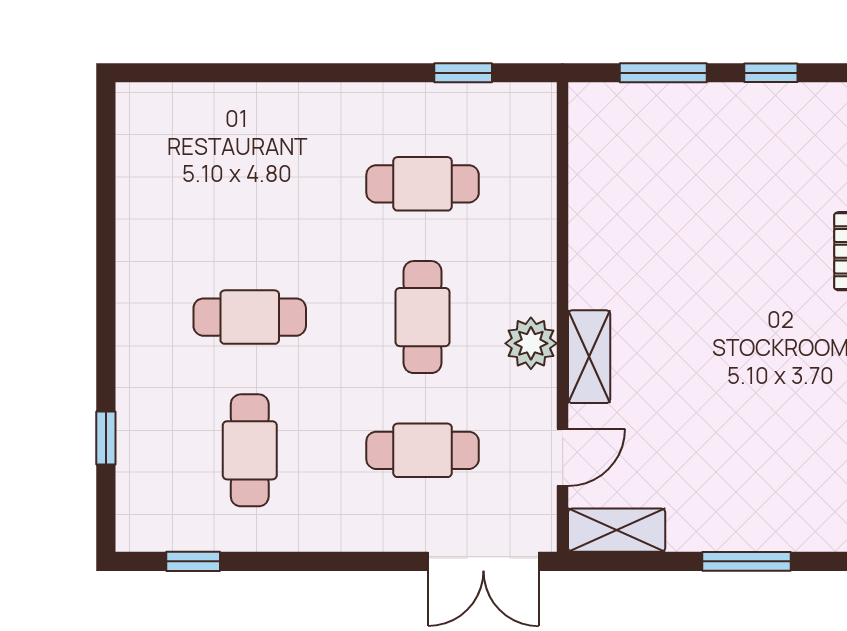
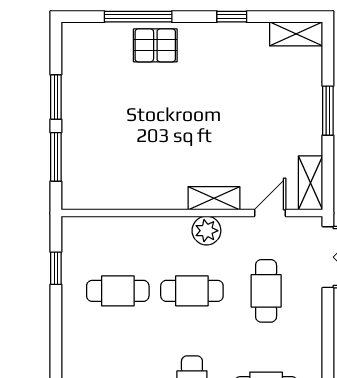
window: (771, 73) -> (56, 97), width x1.50
cafe table: (423, 184) -> (118, 291), turned 90
door: (563, 457) -> (270, 213), hinge flipped

